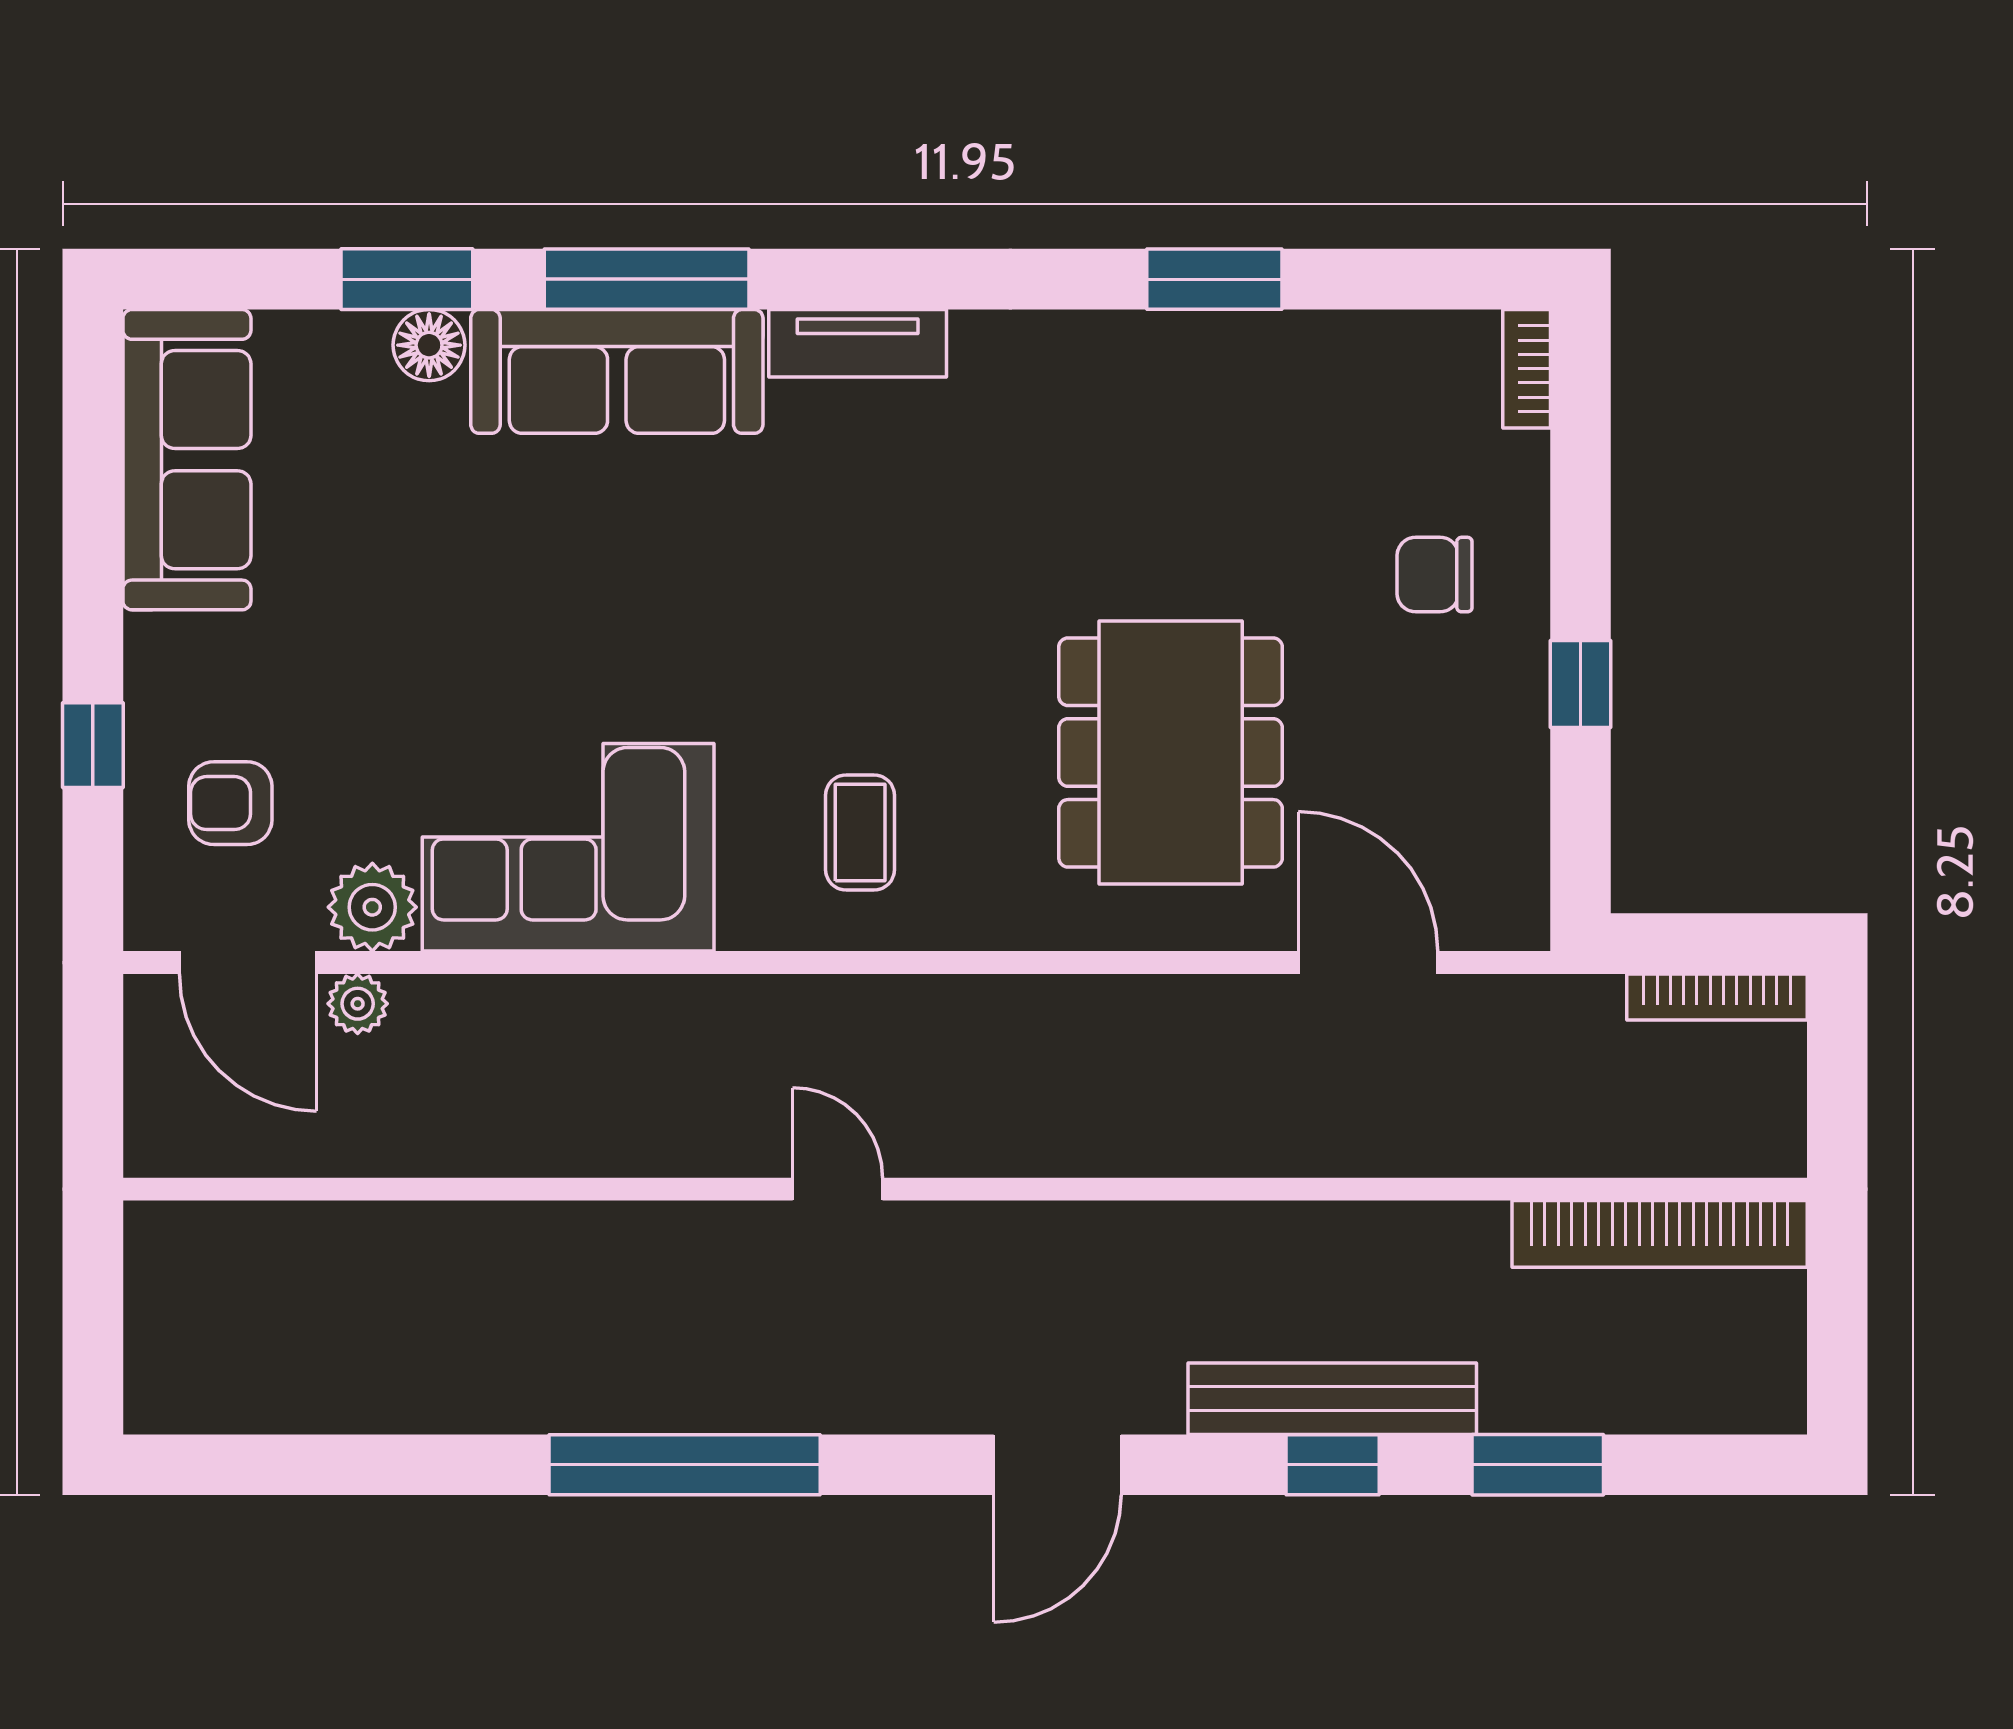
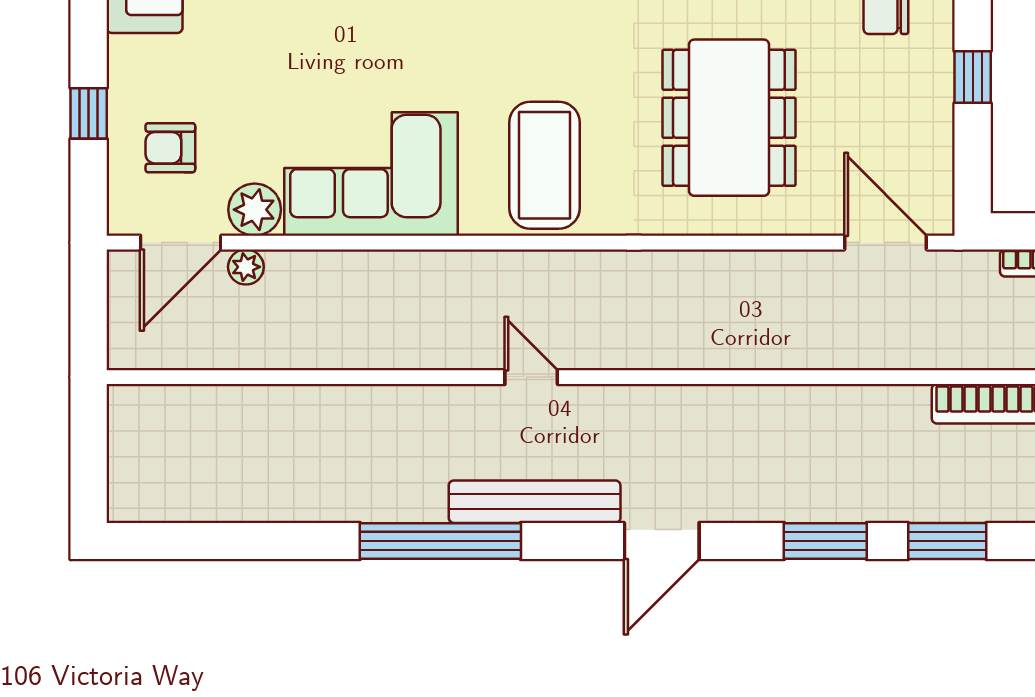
coffee table: (860, 833) -> (544, 165), width x1.86, depth x1.72
door: (248, 963) -> (181, 243), hinge flipped
door: (1368, 963) -> (886, 243), moved
bench: (1332, 1399) -> (535, 502), moved
window: (1333, 1465) -> (825, 541), width x1.50

